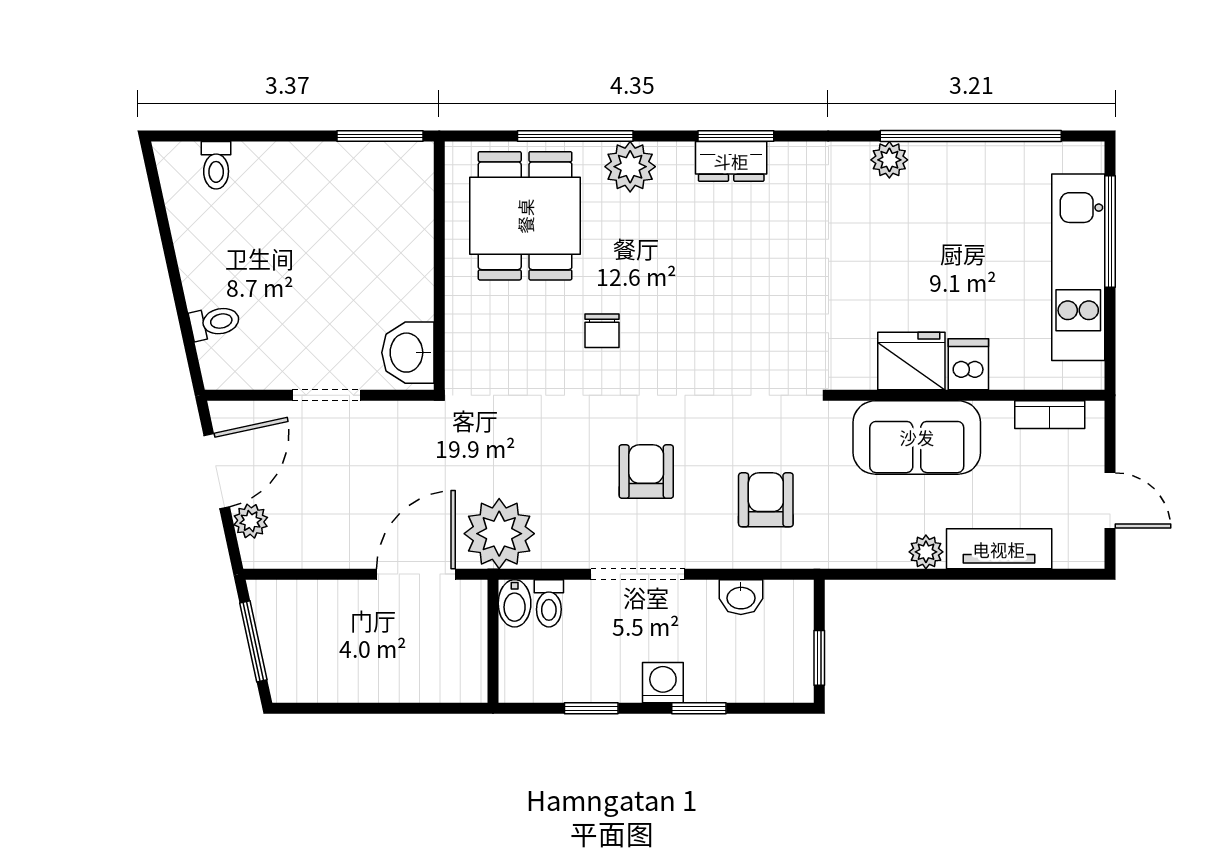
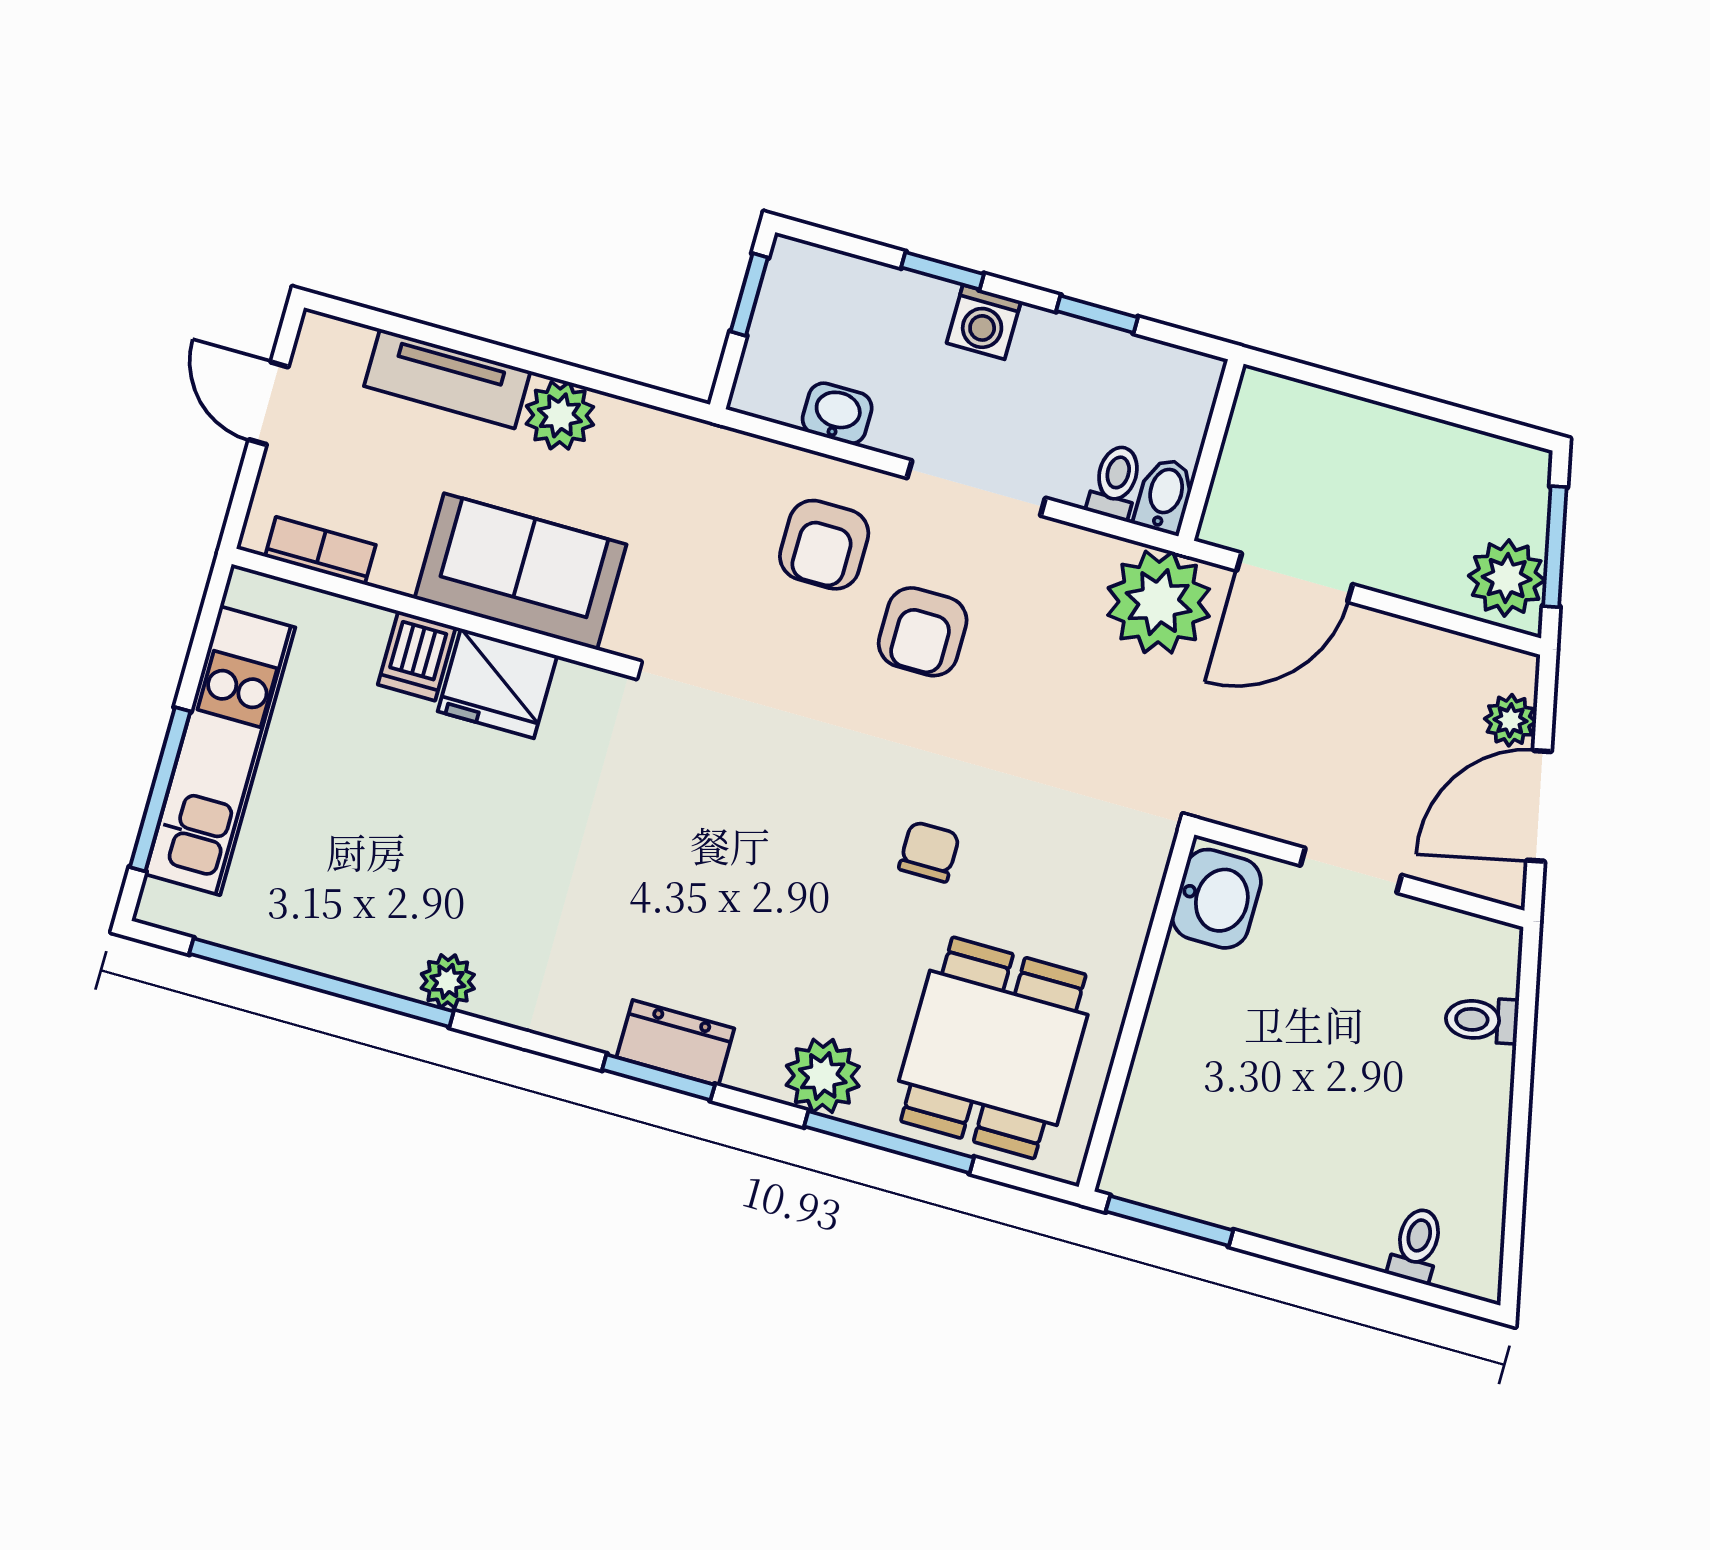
armchair: (766, 500) -> (824, 545), moved
plant: (926, 552) -> (560, 415), width x1.38, depth x1.38
plant: (279, 612) -> (1507, 578), added

